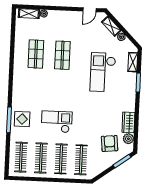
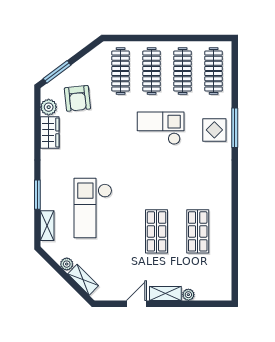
door: (90, 10) -> (136, 304), moved
shelving: (29, 14) -> (165, 293), moved
checkout: (103, 72) -> (93, 208), turned 180
checkout: (57, 122) -> (161, 128), turned 180

